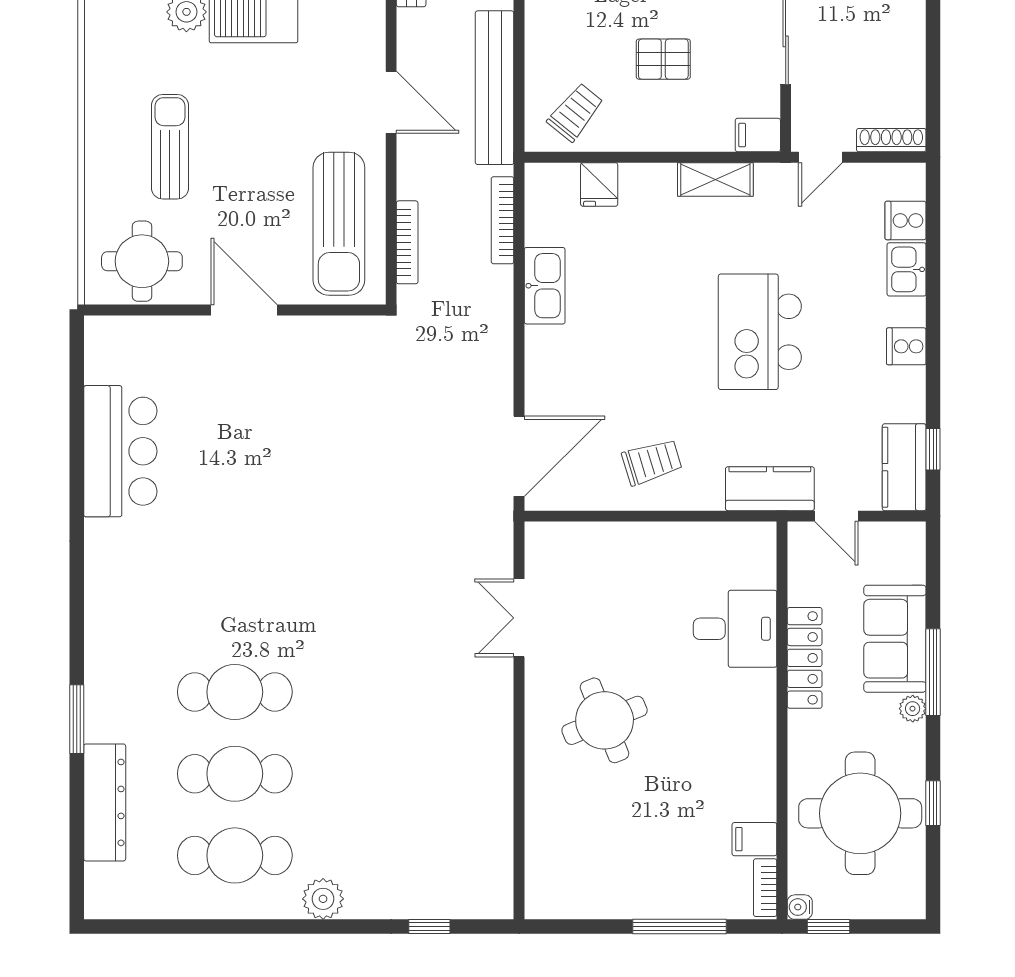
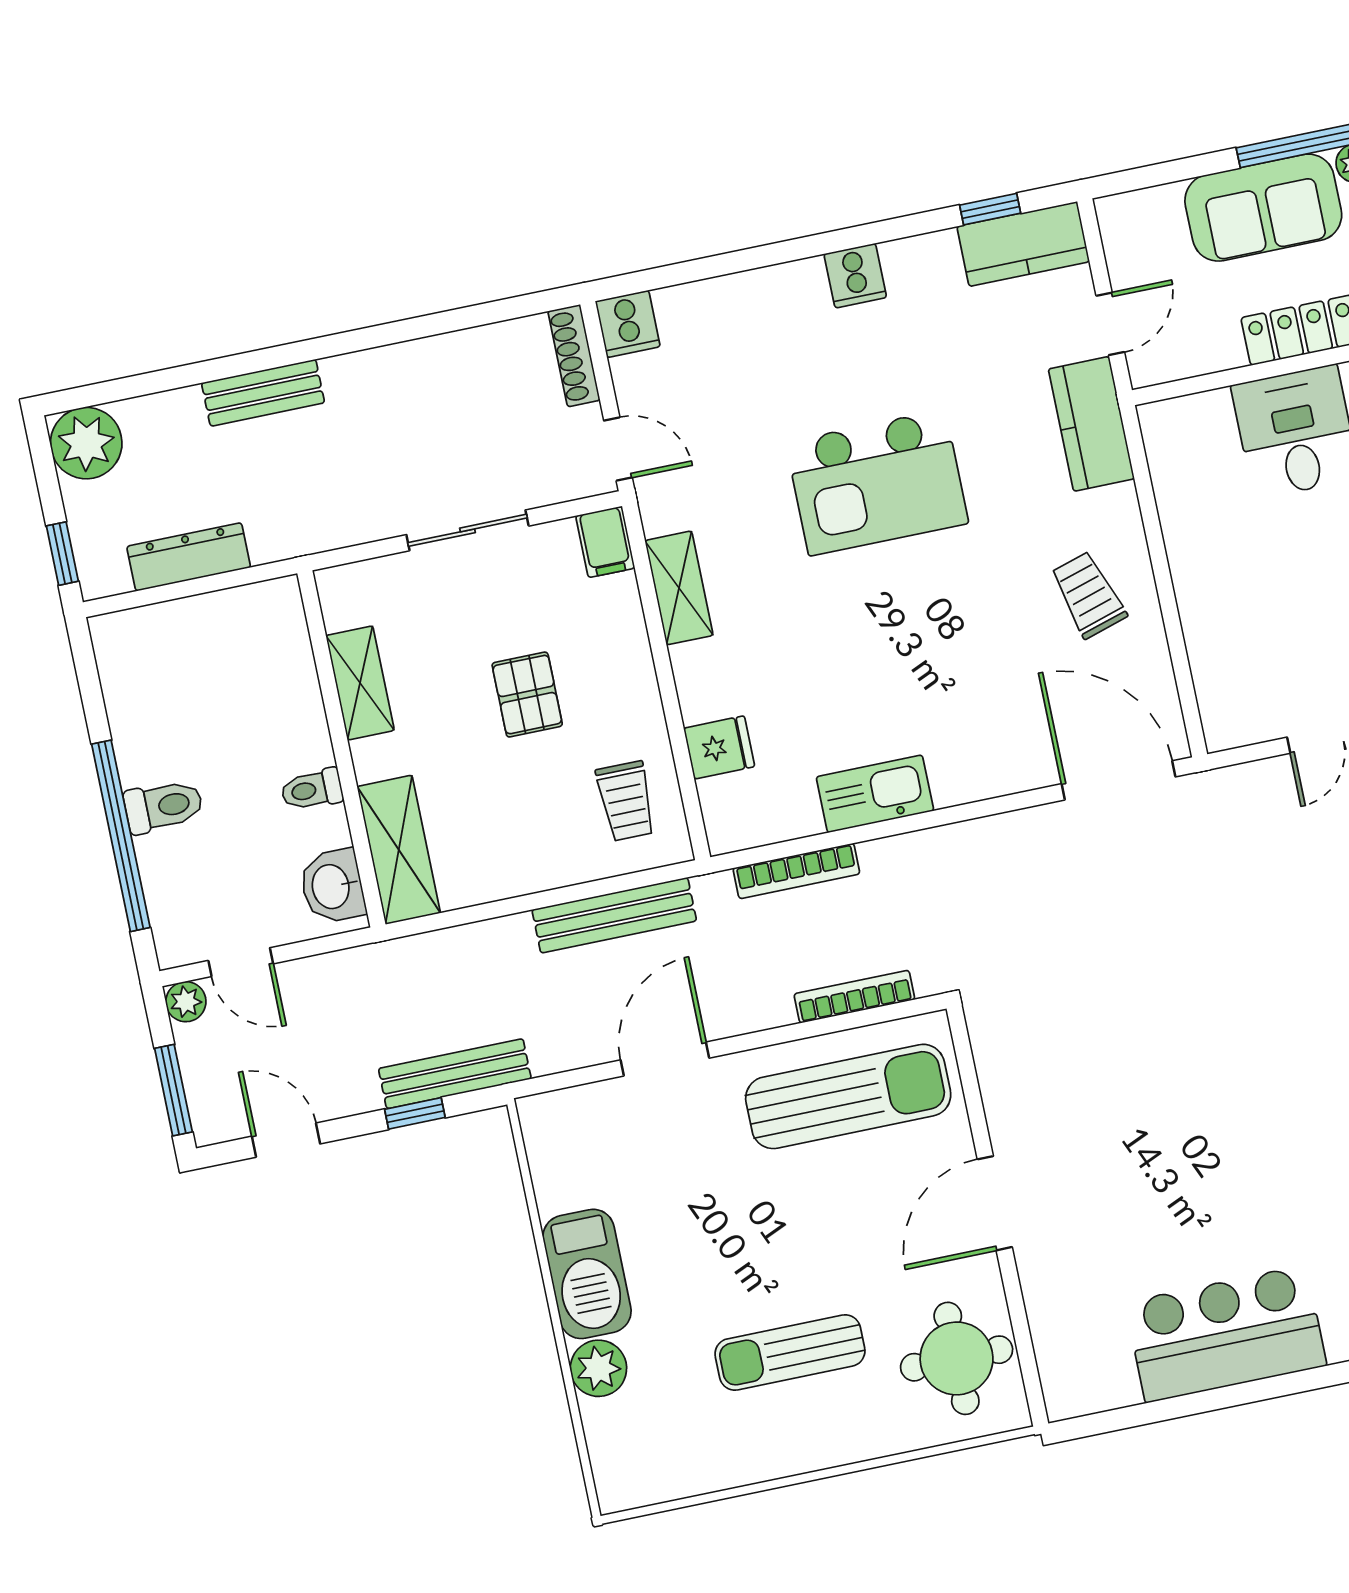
bench: (495, 88) -> (614, 915), width x0.73, depth x0.82
trolley: (575, 112) -> (626, 801), turned -129
cooker: (906, 220) -> (628, 324), moved
kitchen sink: (907, 269) -> (749, 297), removed

